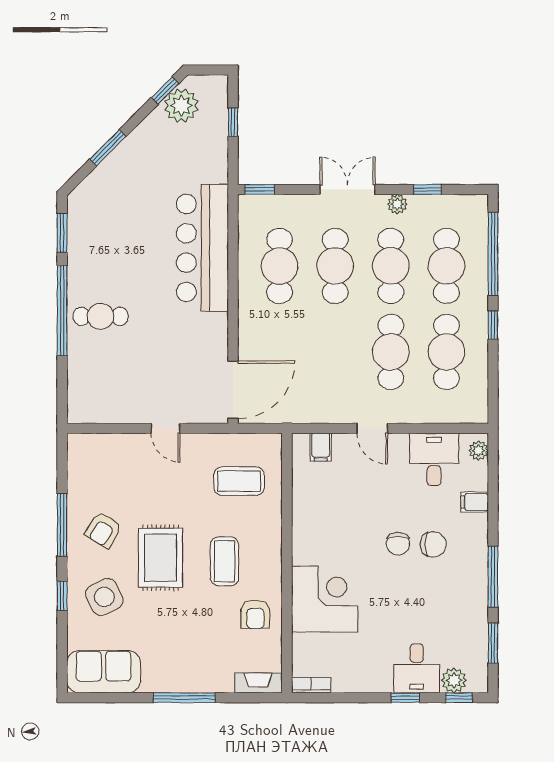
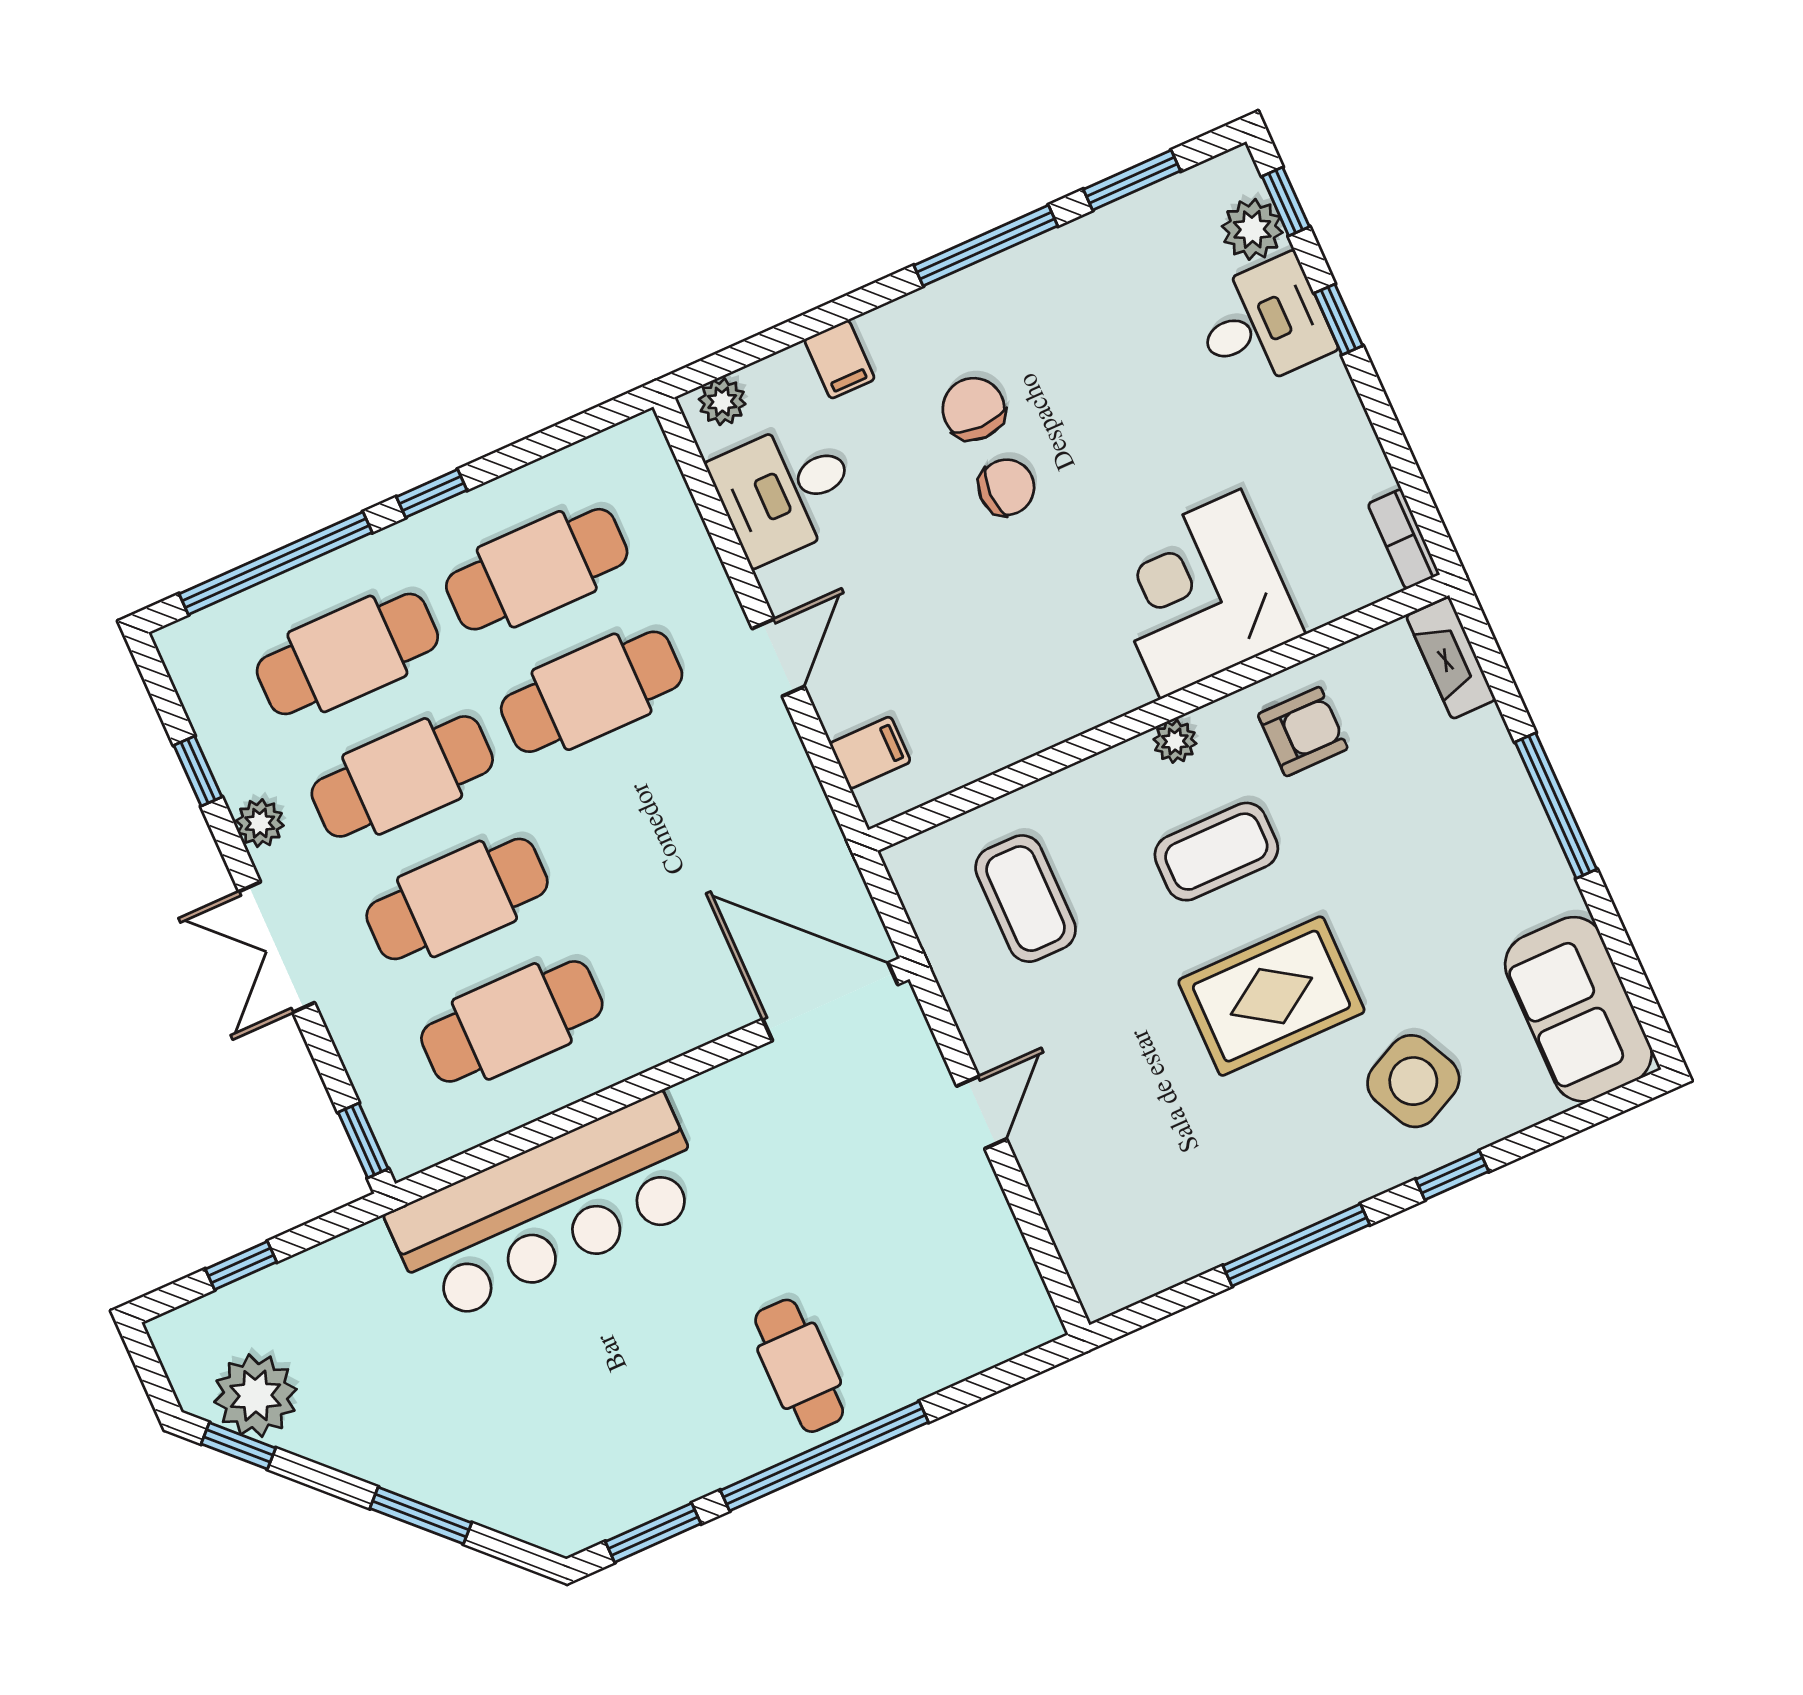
armchair: (103, 530) -> (1266, 1149), removed
plant: (273, 564) -> (1175, 741), added

